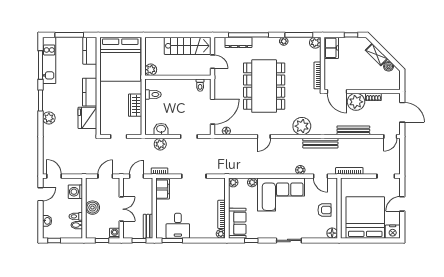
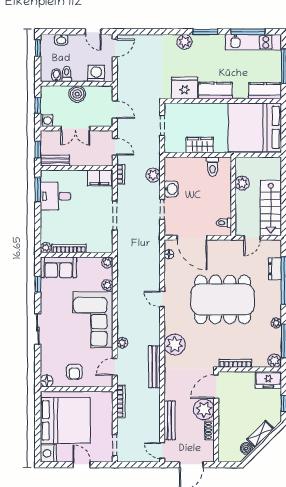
dresser: (238, 42) -> (275, 269), width x0.70
plant: (151, 70) -> (242, 183), moved
washbasin: (161, 129) -> (171, 189), moved
bench: (353, 130) -> (170, 420), moved

